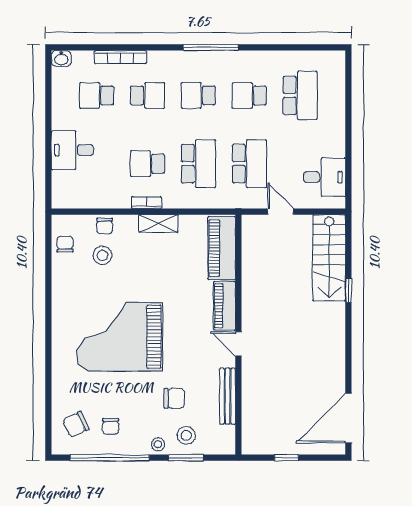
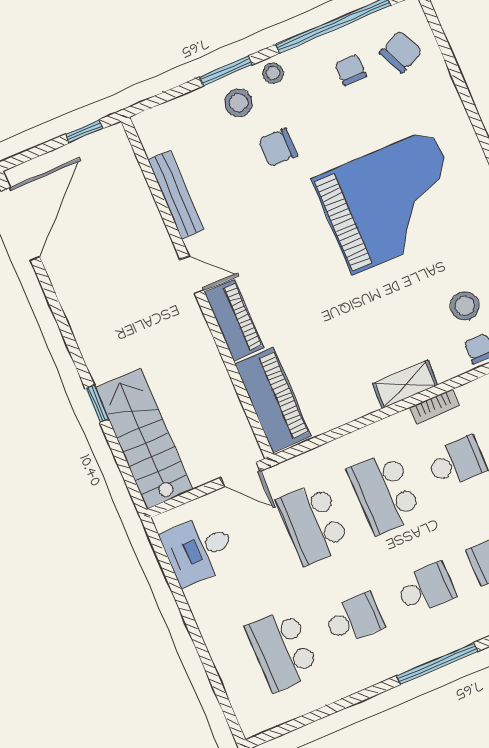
piano: (222, 248) -> (273, 400), moved
piano: (224, 306) -> (234, 320), moved
wall: (238, 335) -> (197, 288), moved
door: (238, 344) -> (192, 275), moved
bench: (228, 396) -> (176, 195), moved

